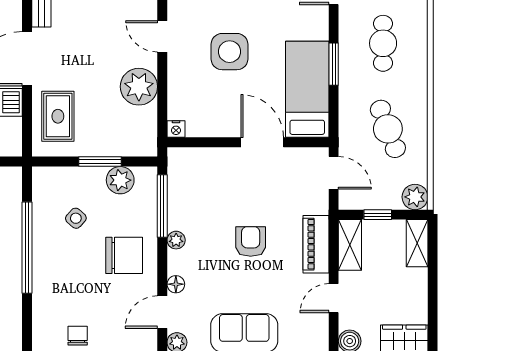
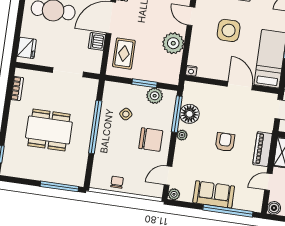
floor lamp: (176, 284) -> (189, 114), moved, width x1.89, depth x1.89

